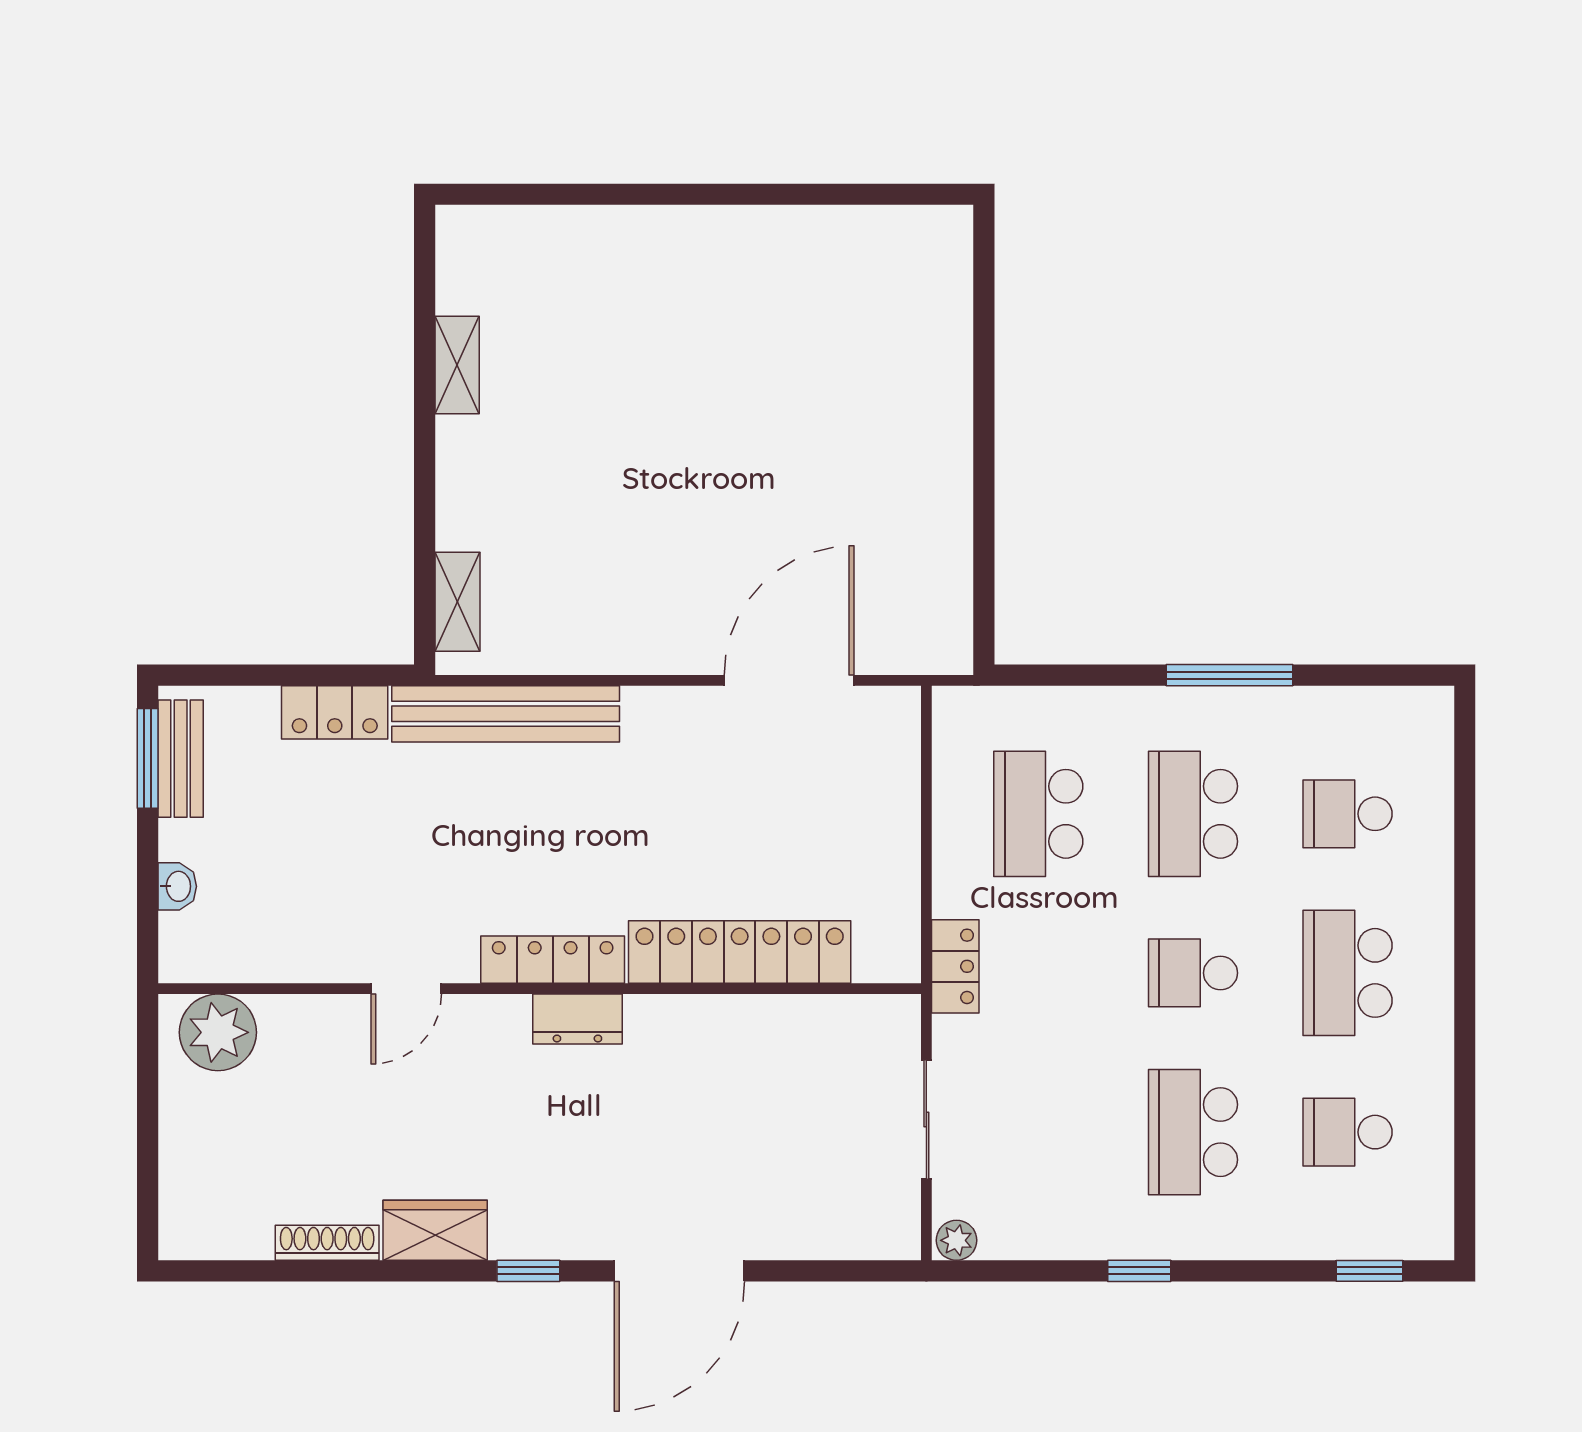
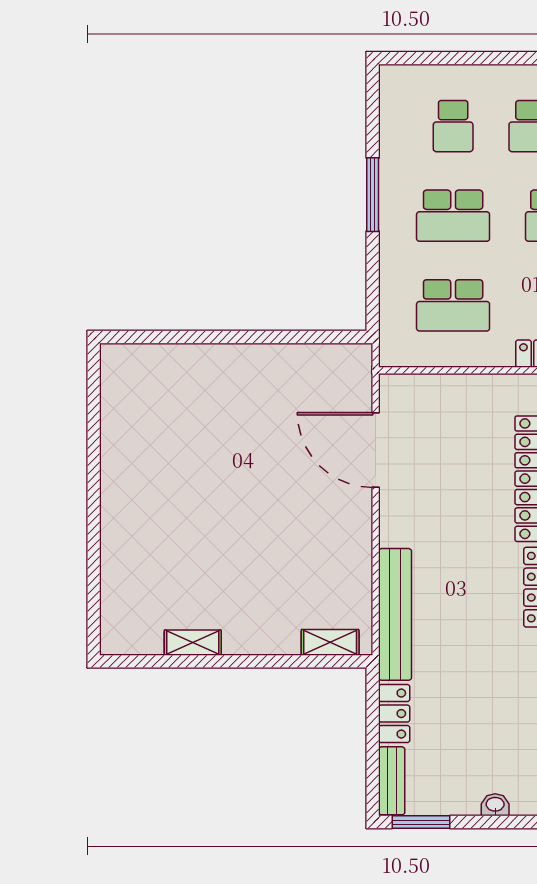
bench: (181, 759) -> (392, 781), moved, turned 90

